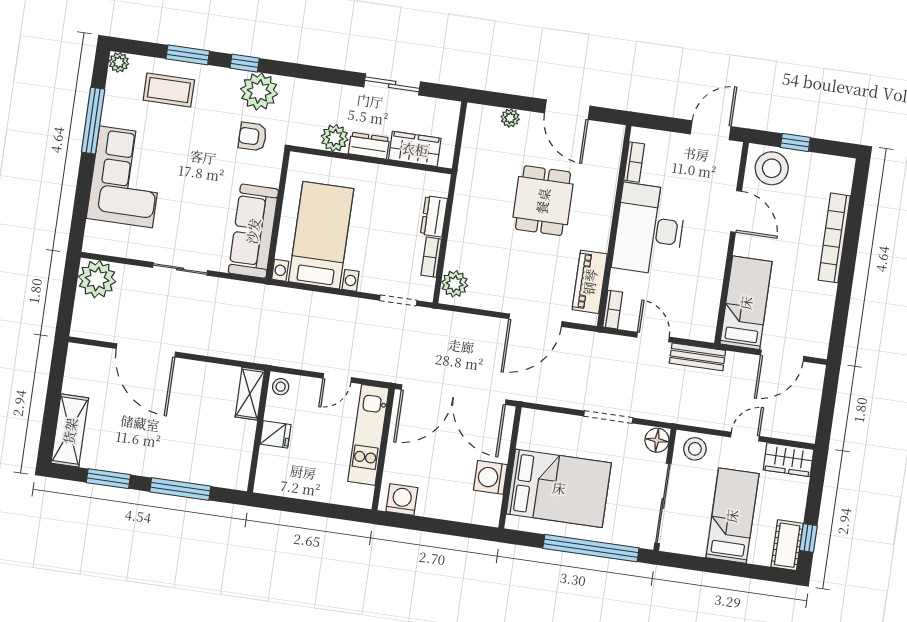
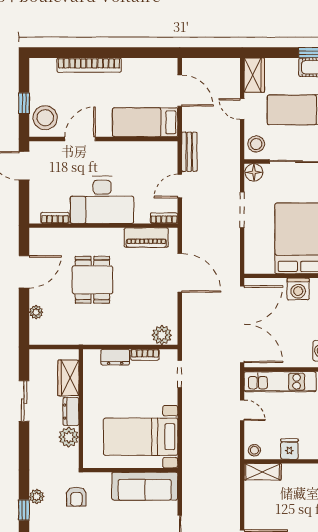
plant: (259, 91) -> (37, 497), width x0.53, depth x0.53
dining table: (543, 201) -> (92, 280), turned 90

